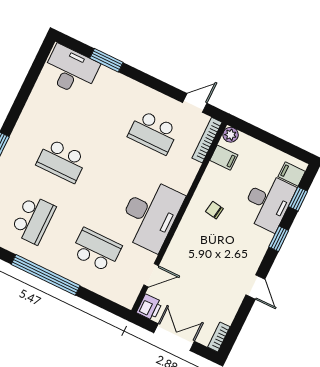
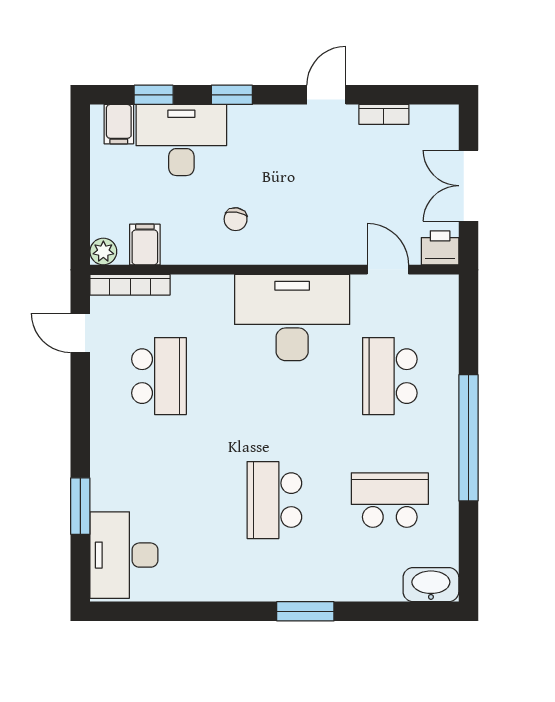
school desk: (62, 161) -> (274, 500), turned 180
bookcase: (219, 337) -> (384, 114), moved

